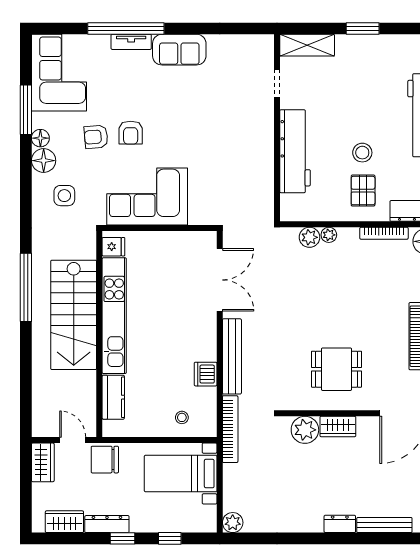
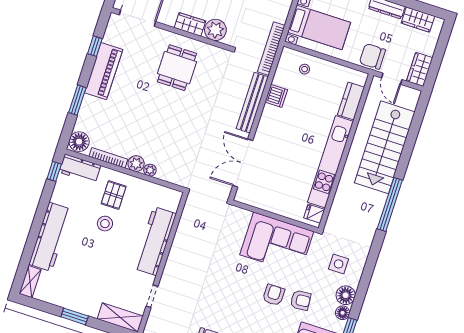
plant: (309, 237) -> (136, 164), moved
stairs: (74, 315) -> (385, 147), moved, turned 180
dining table: (337, 369) -> (177, 68), turned 90
chair: (105, 460) -> (372, 56), turned 180

